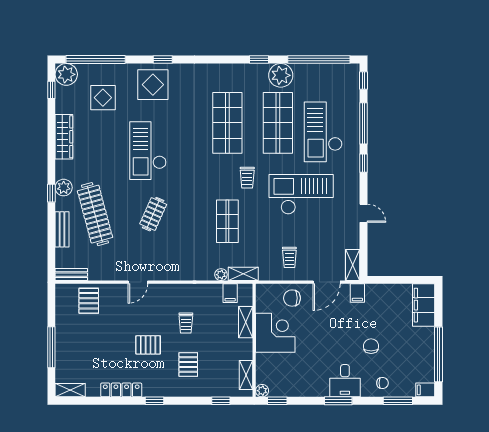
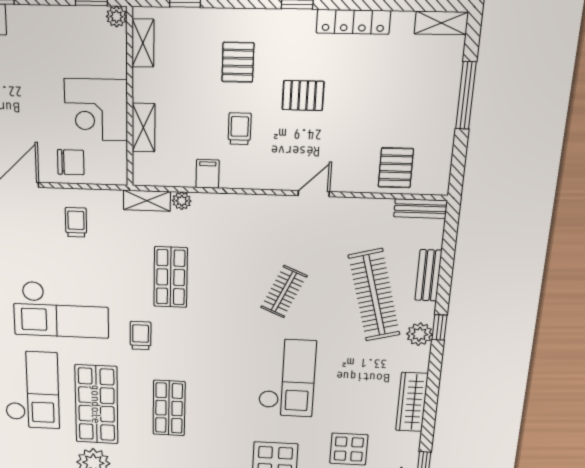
shop shelf: (227, 123) -> (169, 408), width x0.70, depth x0.74
filing cabinet: (230, 293) -> (208, 174), moved

